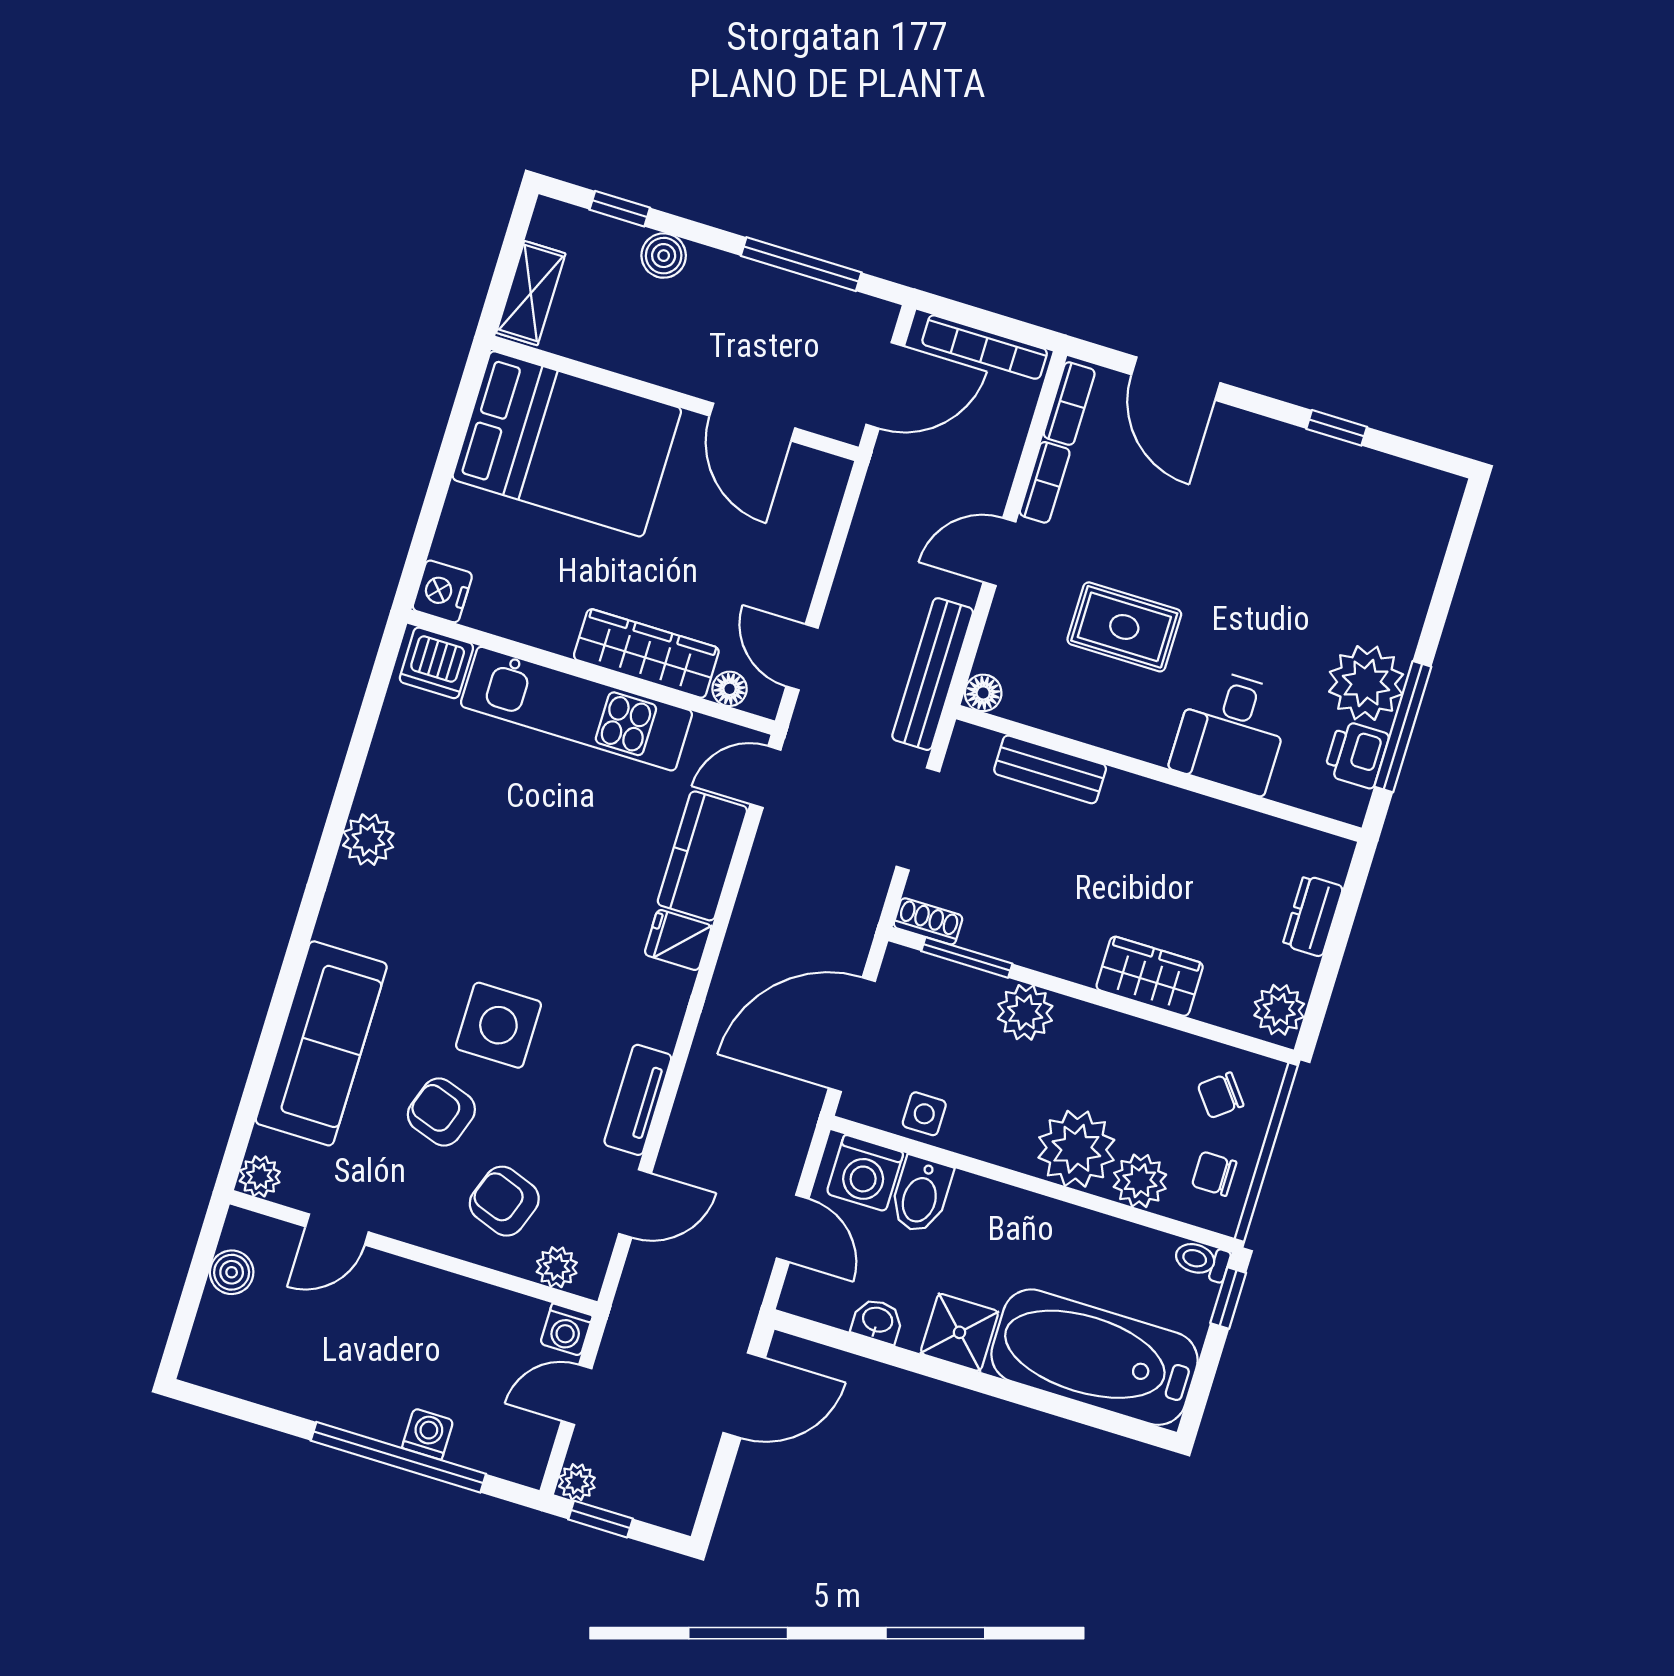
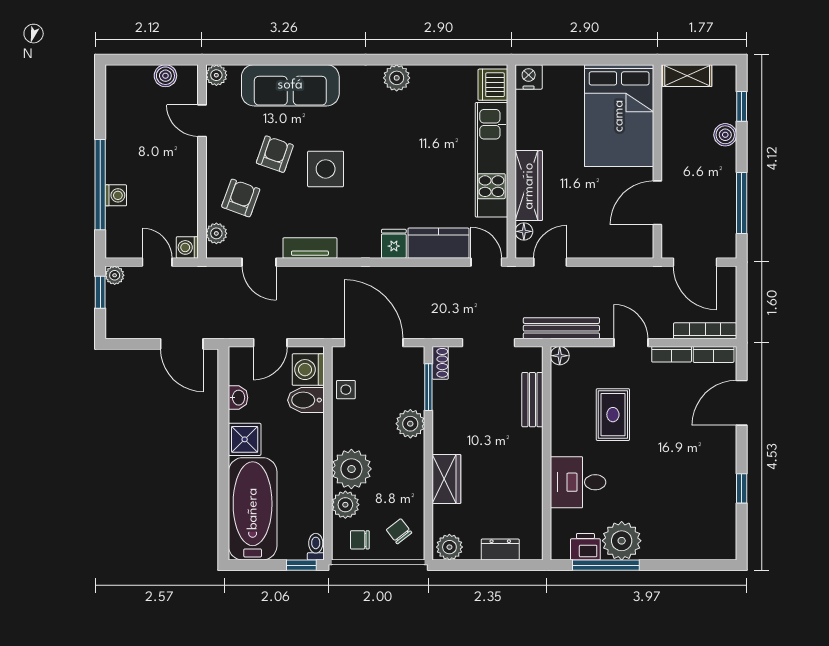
bookcase: (985, 347) -> (705, 331), moved, turned 90
chair: (1214, 1174) -> (360, 540), turned -90

